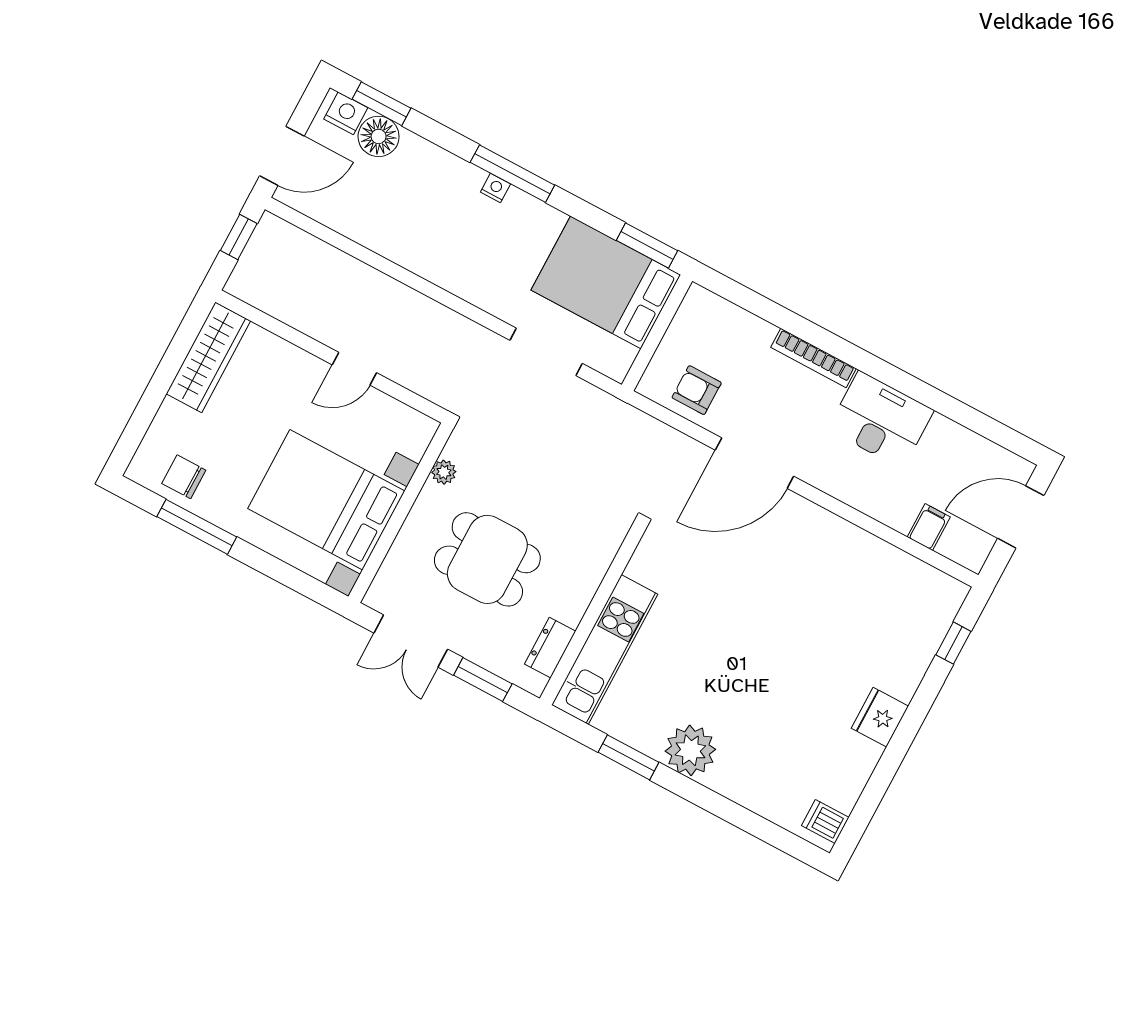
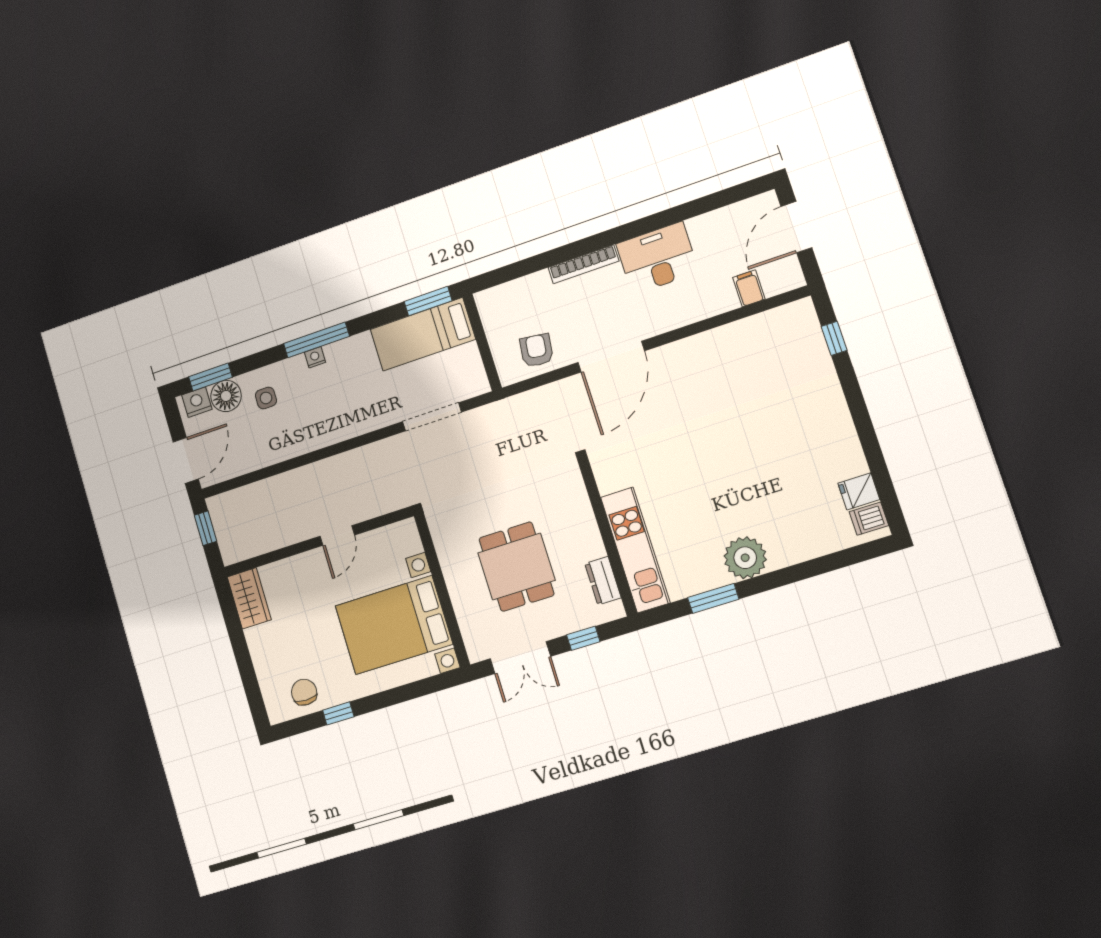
side table: (414, 177) -> (266, 398), added
bed: (606, 282) -> (423, 334), width x0.67
wardrobe: (208, 357) -> (249, 598), width x0.67
armchair: (697, 390) -> (537, 350), turned 97
plant: (444, 472) -> (443, 542), removed
chair: (184, 477) -> (304, 692), turned 90
window: (197, 527) -> (338, 713), width x0.46
dining table: (487, 559) -> (516, 567), turned 90
window: (483, 680) -> (583, 638), width x0.67
fridge: (880, 717) -> (859, 491), moved, width x0.72

